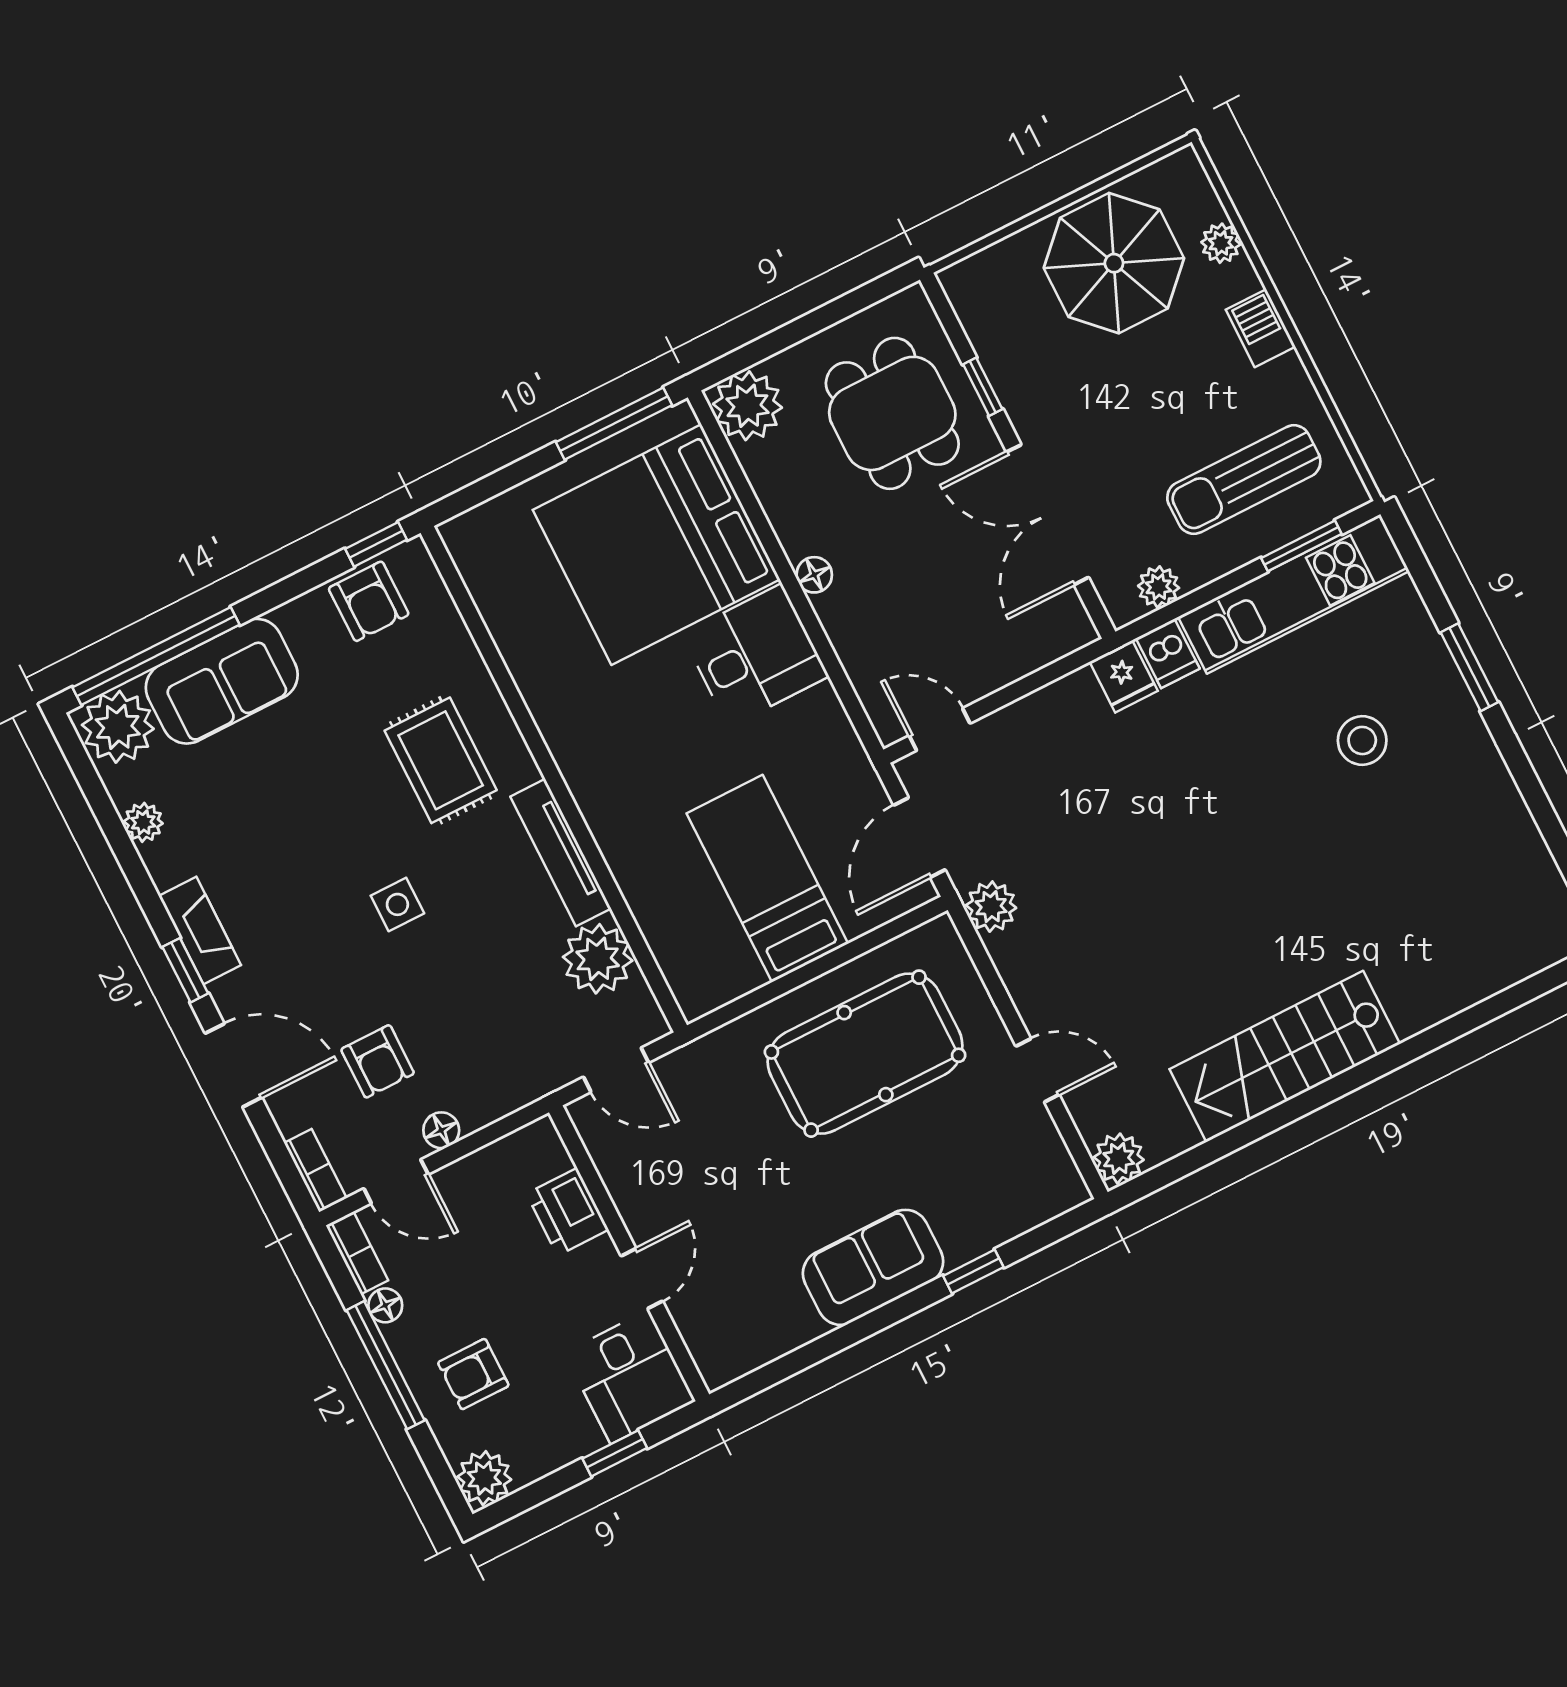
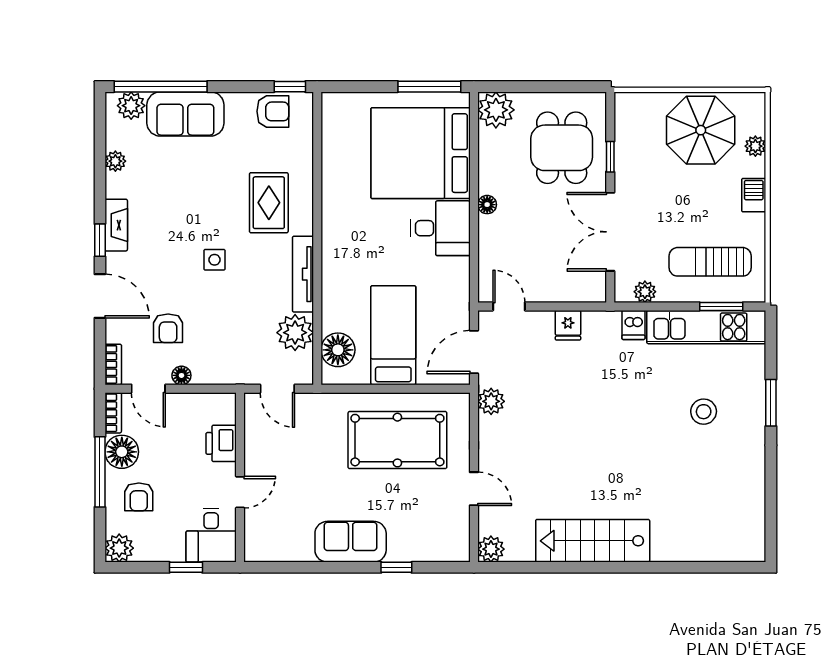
armchair: (369, 601) -> (273, 111), turned -90
fridge: (1124, 676) -> (568, 325), moved
plant: (118, 727) -> (131, 106), width x0.73, depth x0.73
floor lamp: (686, 951) -> (338, 350), added
floor lamp: (385, 1305) -> (122, 452), width x1.89, depth x1.89
armchair: (473, 1374) -> (139, 497), turned -90

